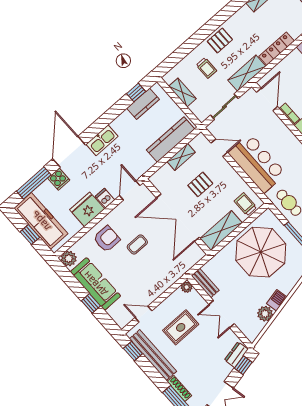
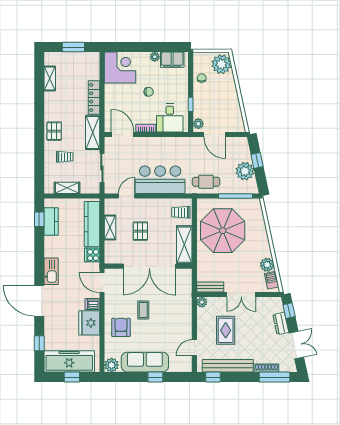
cooker: (59, 179) -> (92, 255), moved, turned 180
window: (34, 183) -> (39, 343), width x0.46
barbecue: (277, 300) -> (272, 280), moved
dresser: (236, 355) -> (281, 323), moved

